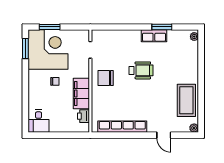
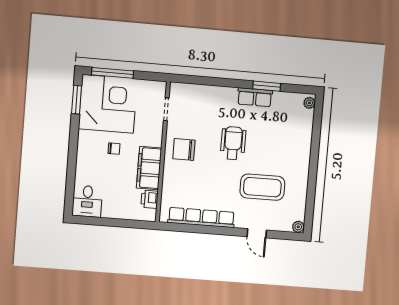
window: (50, 27) -> (113, 73), width x1.44
wheelchair: (141, 70) -> (233, 143), turned -90
coffee table: (186, 100) -> (262, 187), moved, turned 90

